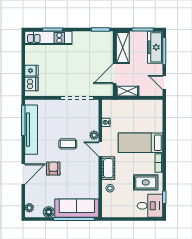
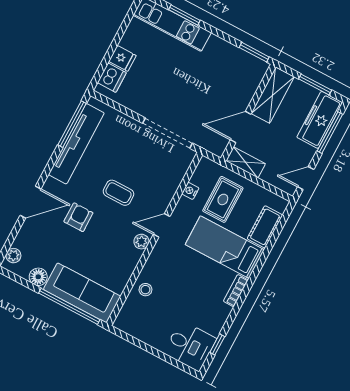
door: (164, 83) -> (306, 178), hinge flipped
plant: (94, 135) -> (141, 242), moved
door: (100, 149) -> (162, 225), hinge flipped
cot: (108, 168) -> (265, 227), moved
rug: (146, 182) -> (223, 199), moved, turned 90

